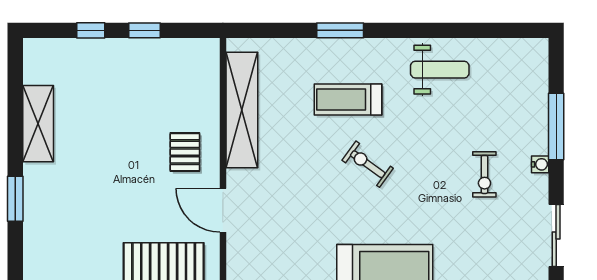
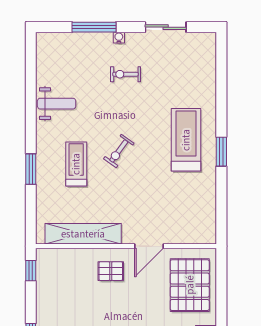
window: (145, 30) -> (31, 271), moved
weight bench: (440, 70) -> (57, 104), turned 90
treadmill: (348, 100) -> (76, 164), turned 180
exercise bike: (484, 174) -> (125, 74), turned 180

